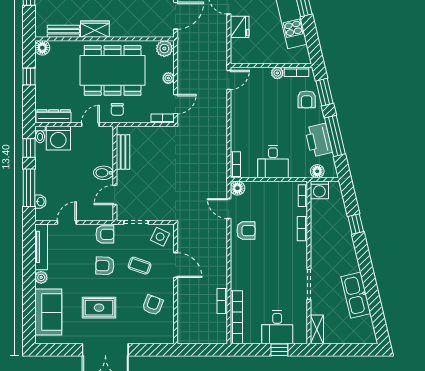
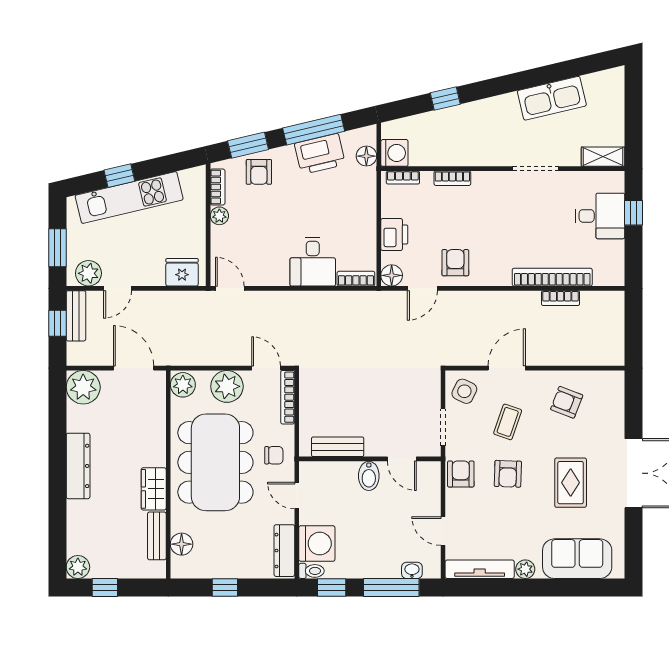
fridge: (240, 27) -> (182, 272), moved
floor lamp: (42, 48) -> (182, 544), moved
plant: (168, 78) -> (227, 386), width x1.87, depth x1.87
armchair: (307, 99) -> (259, 172), turned 90
bookcase: (163, 119) -> (288, 397), width x1.56
desk: (273, 162) -> (313, 262), moved, turned 90
printer: (265, 190) -> (394, 235), added
bookcase: (236, 317) -> (552, 277), moved

